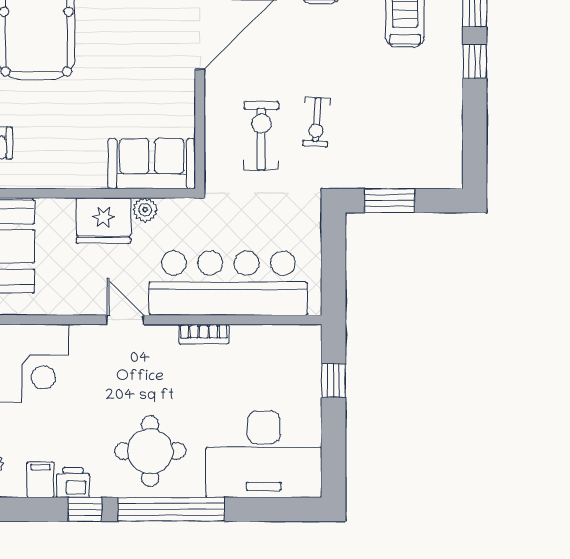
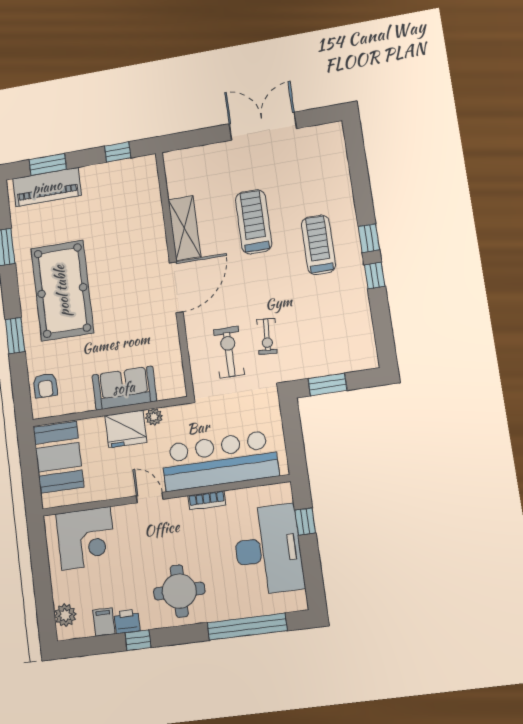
sofa: (152, 164) -> (124, 388), moved
desk: (264, 454) -> (268, 550), moved, turned -90
window: (171, 509) -> (247, 627), moved

